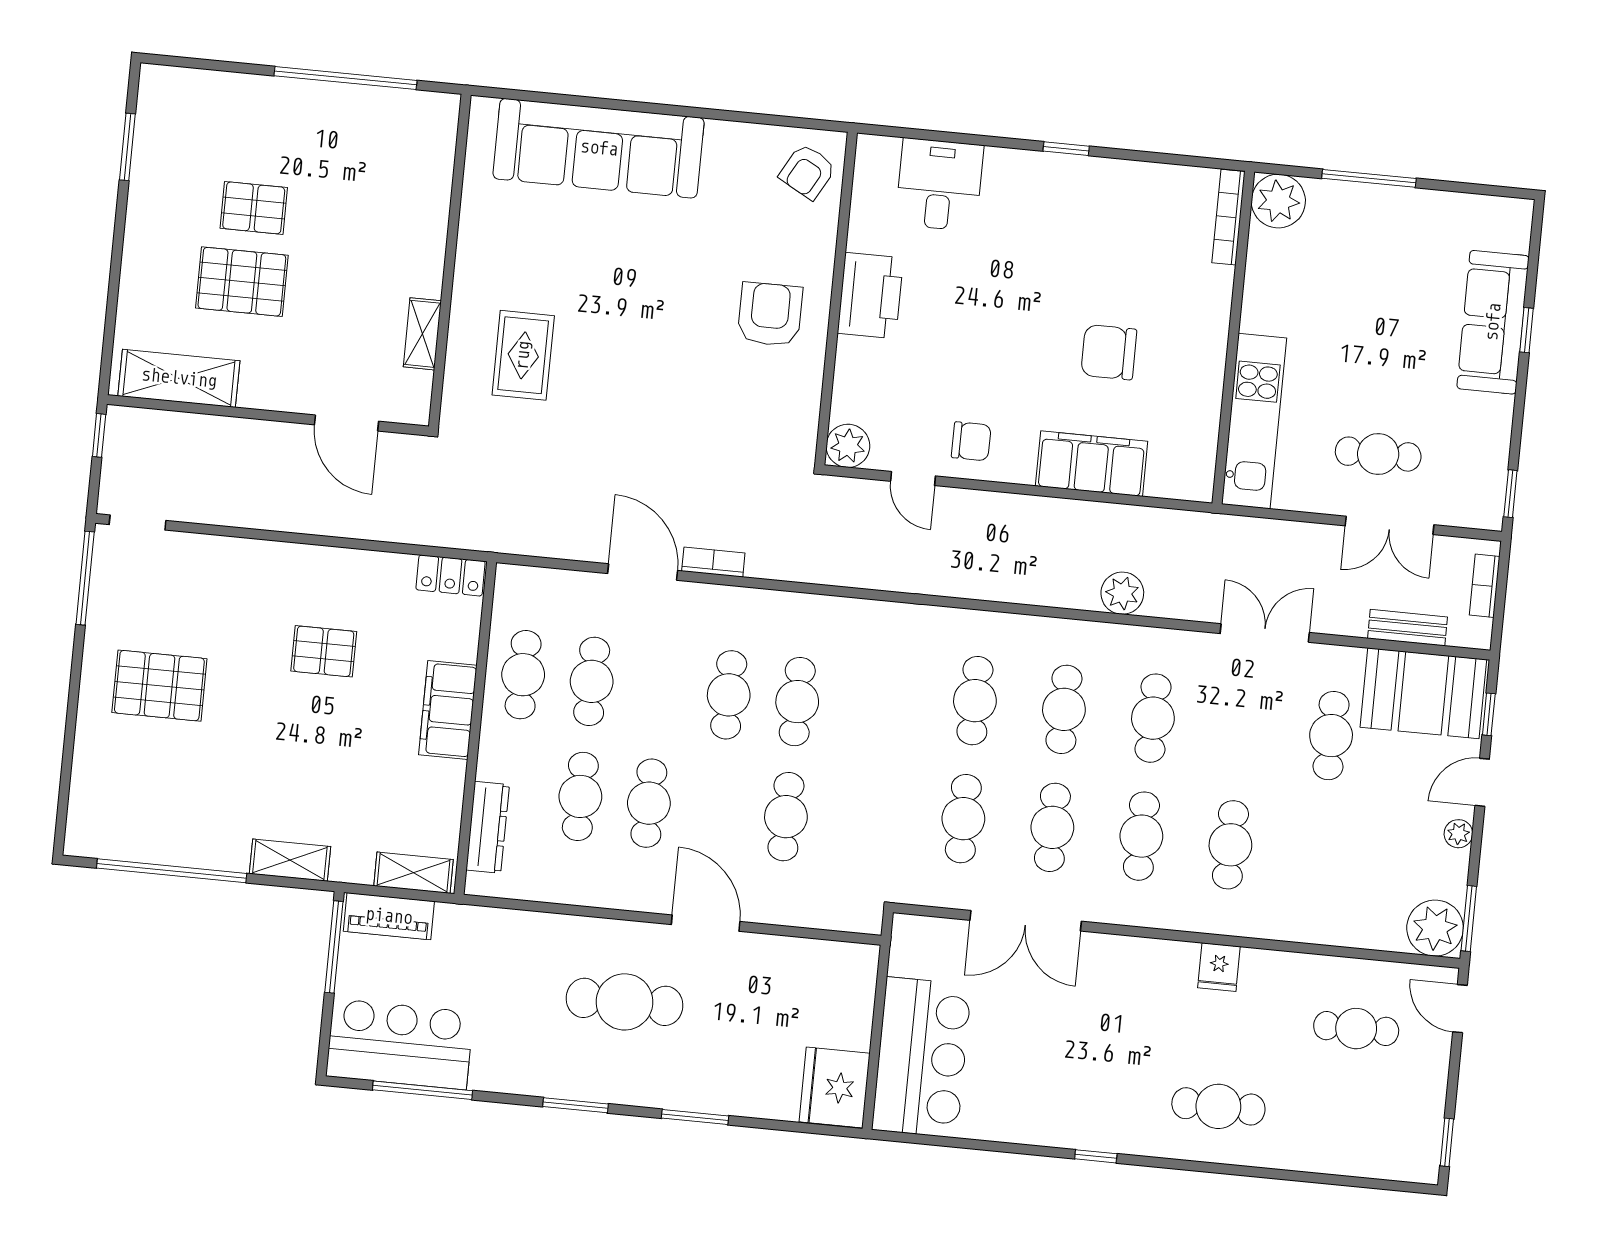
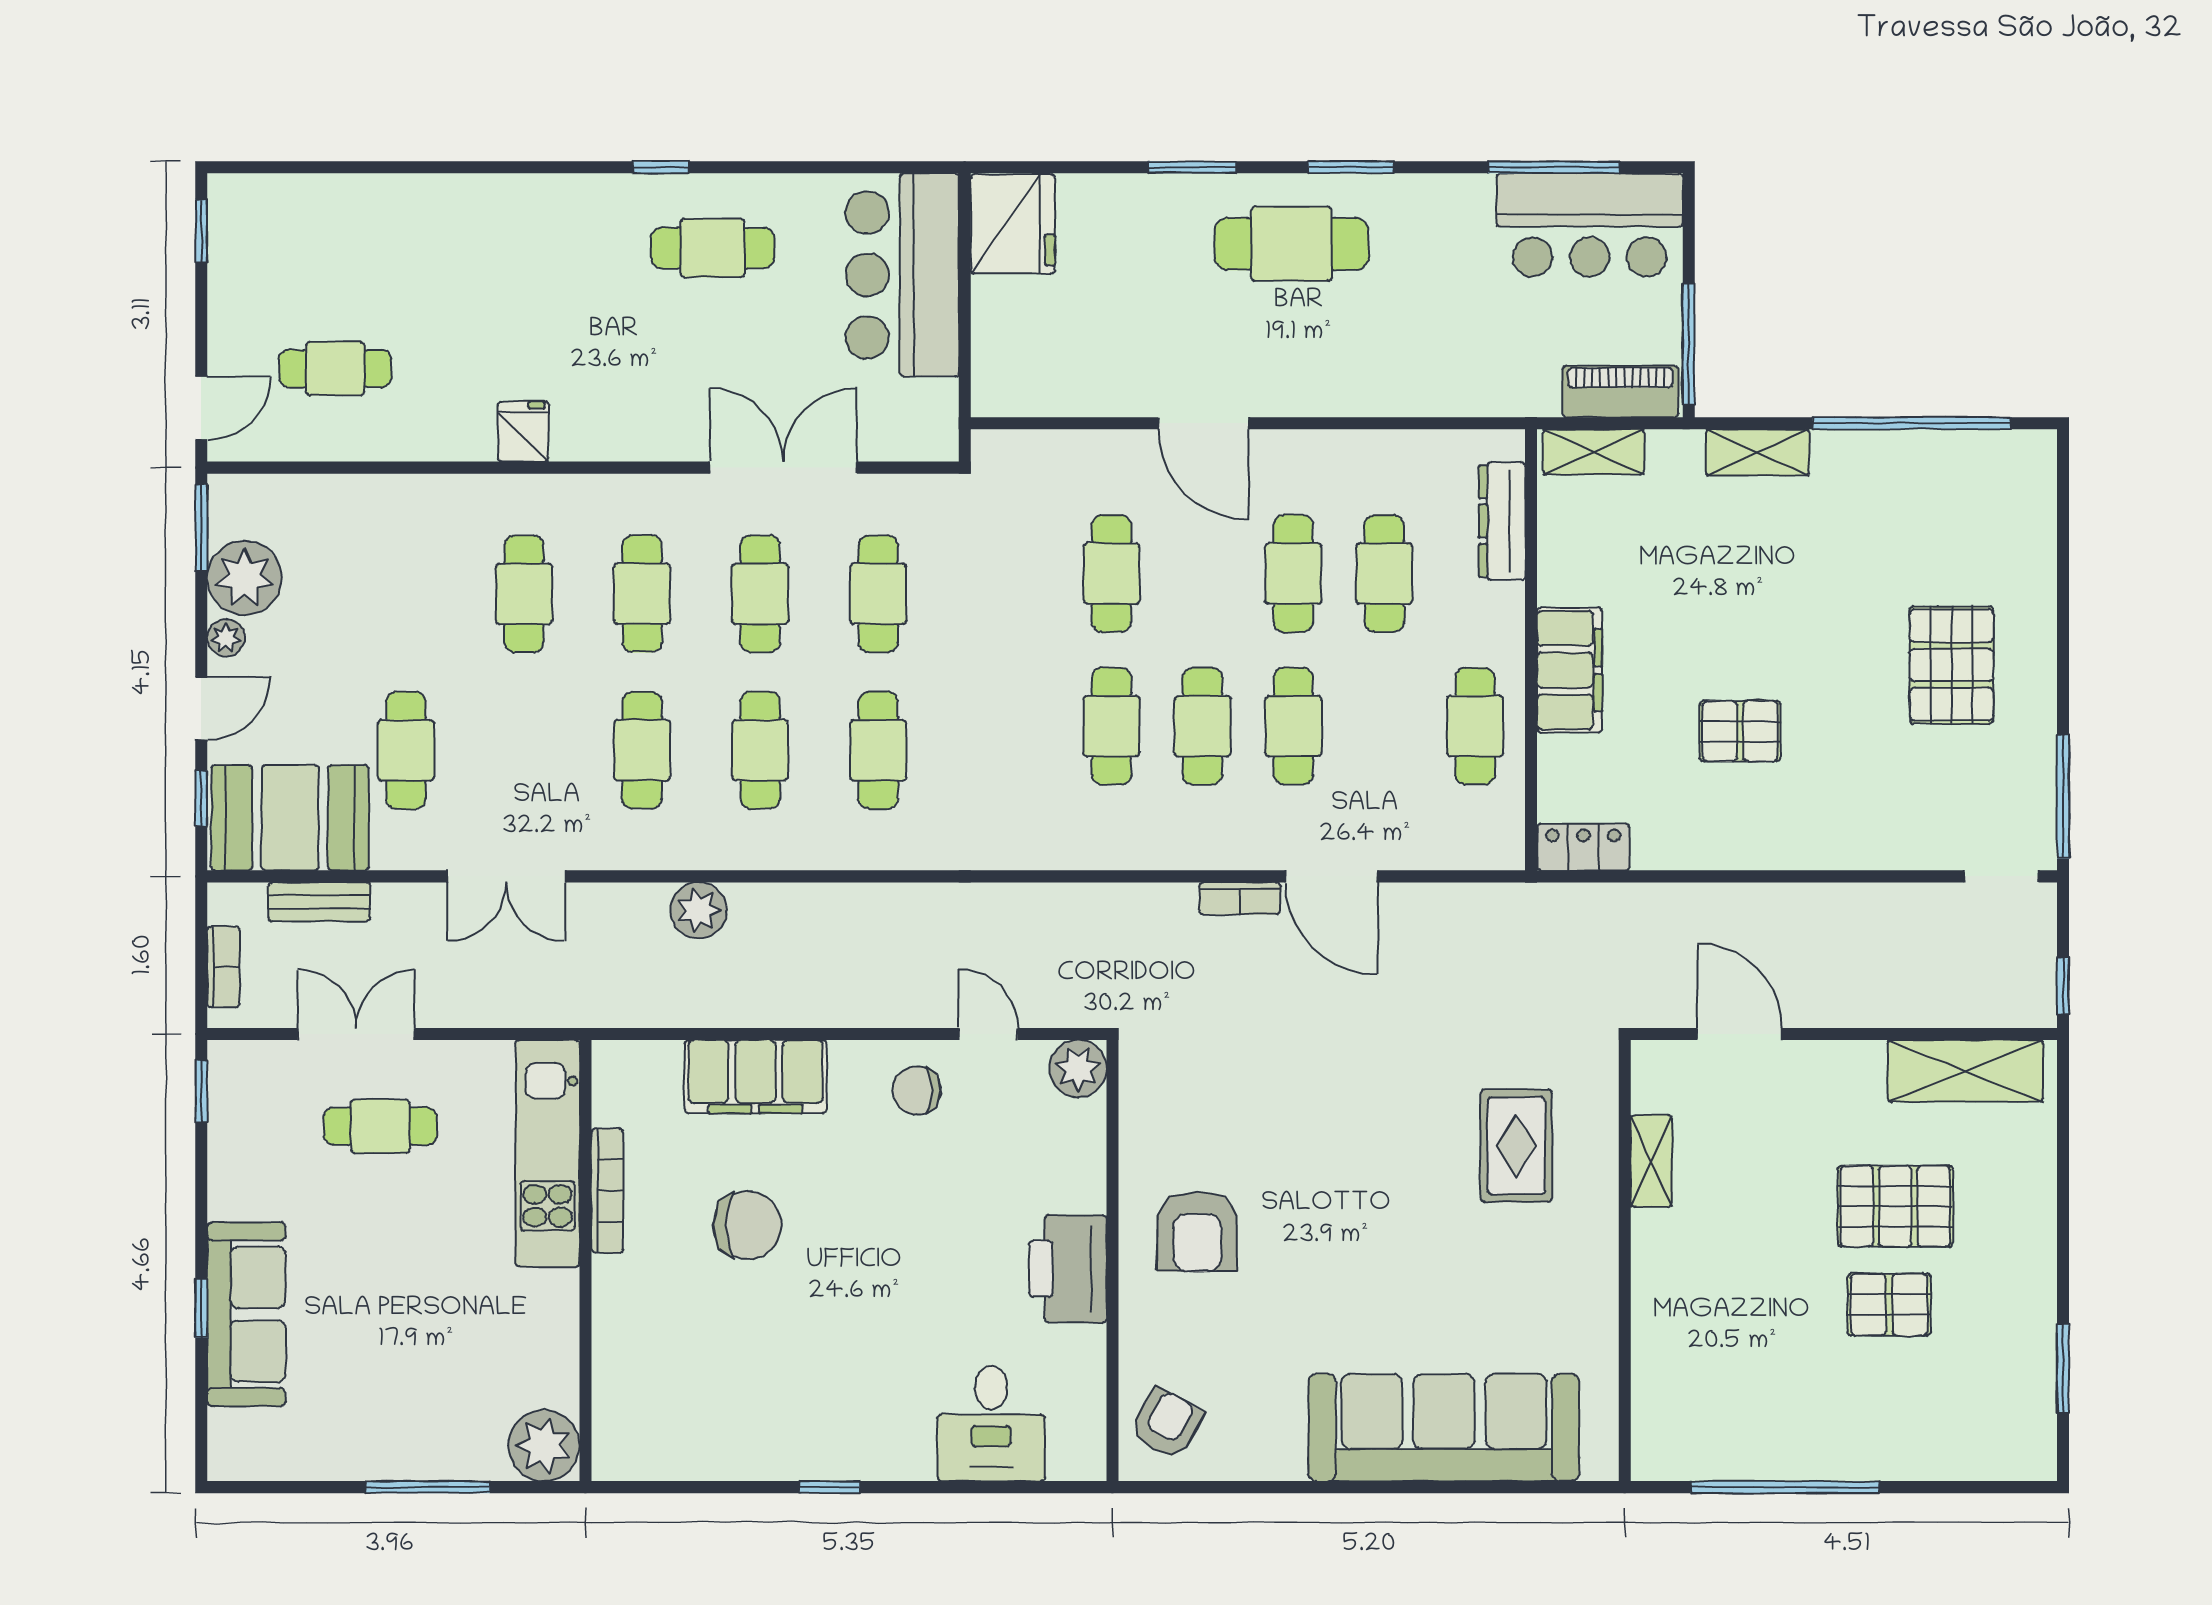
bookcase: (1229, 217) -> (607, 1191), moved
cafe table: (592, 681) -> (1293, 726), moved
pallet: (159, 686) -> (1951, 665), turned 90
plant: (1435, 928) -> (244, 578), moved
cafe table: (625, 1002) -> (1292, 244), moved
door: (1460, 1009) -> (201, 408), hinge flipped
cafe table: (1218, 1106) -> (713, 248), moved

